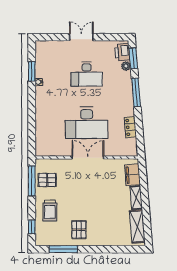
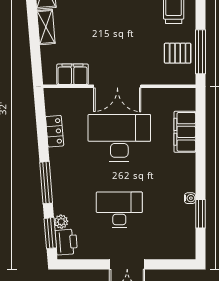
filing cabinet: (42, 127) -> (185, 132), added
filing cabinet: (132, 175) -> (73, 74), moved, turned -85

